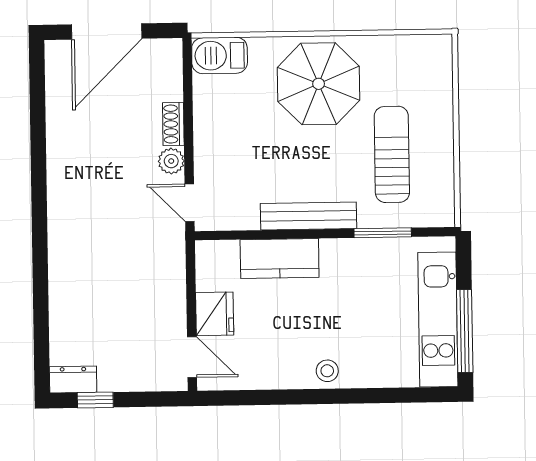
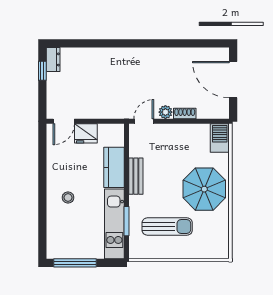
bench: (308, 216) -> (136, 176), width x0.73
kitchen unit: (438, 319) -> (114, 224), moved, turned -90
stool: (327, 371) -> (68, 198), moved

